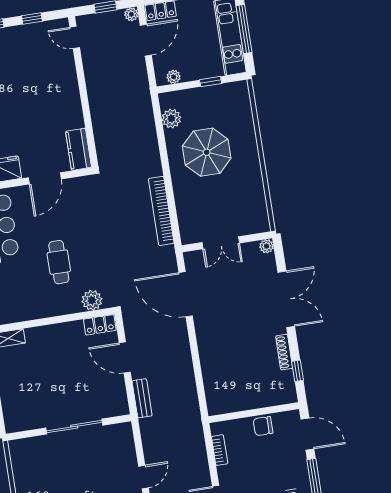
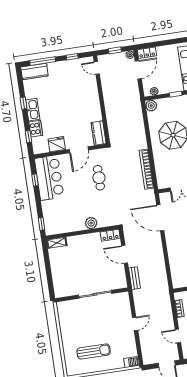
plant: (171, 119) -> (151, 106), moved
cafe table: (59, 262) -> (99, 178), moved
plant: (92, 300) -> (91, 223), moved

